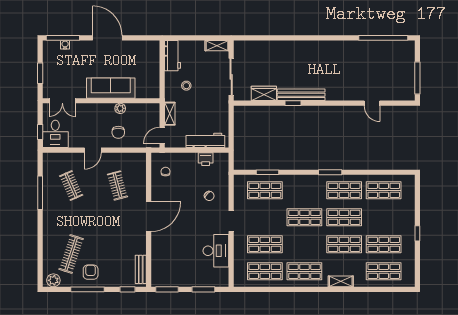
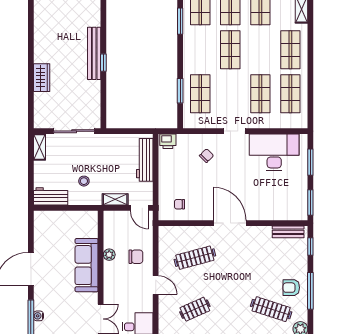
wardrobe: (264, 93) -> (42, 78), moved, turned 180
printer: (206, 159) -> (168, 141), moved, turned 90
clothes rail: (117, 185) -> (195, 258), width x1.36
desk: (216, 251) -> (274, 152), width x1.36, depth x1.30

